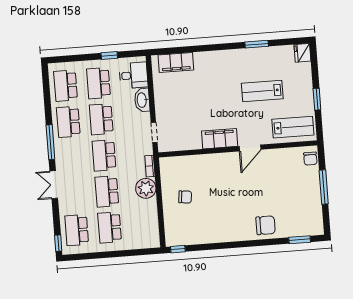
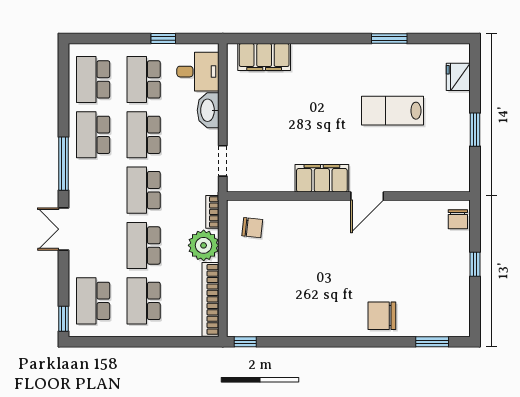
fridge: (302, 53) -> (458, 77), moved
lab bench: (293, 127) -> (435, 169), removed
window: (324, 187) -> (475, 264), width x0.46
chair: (185, 197) -> (252, 228), moved
bookcase: (153, 223) -> (211, 299), added
chair: (266, 225) -> (382, 316), turned 180

